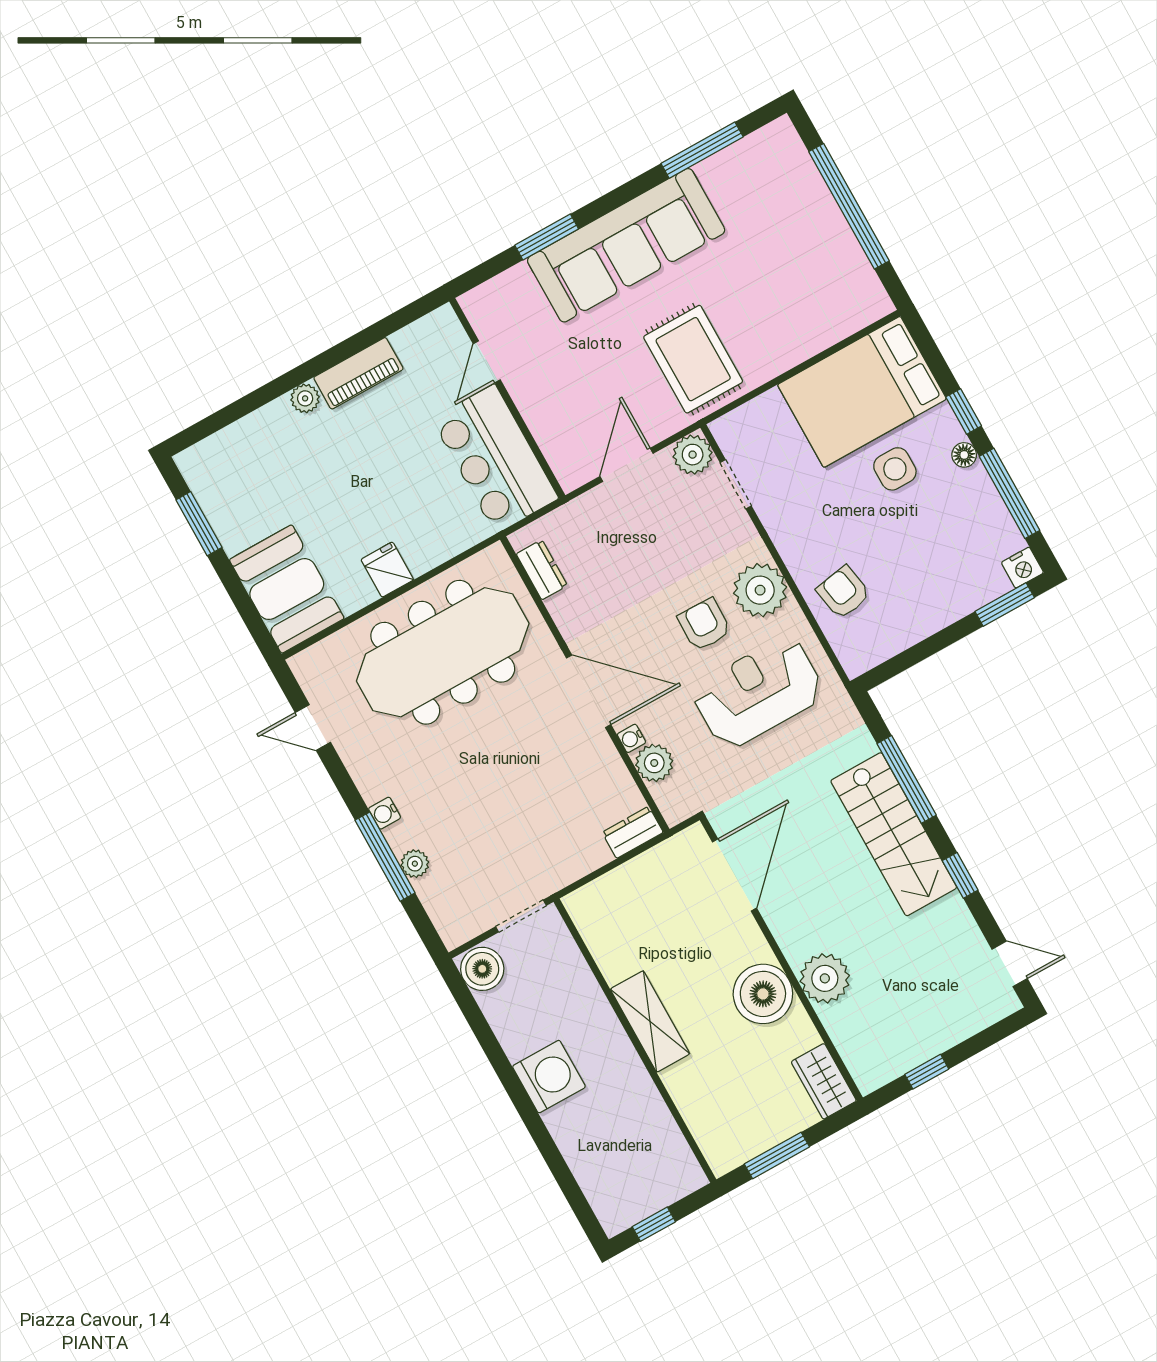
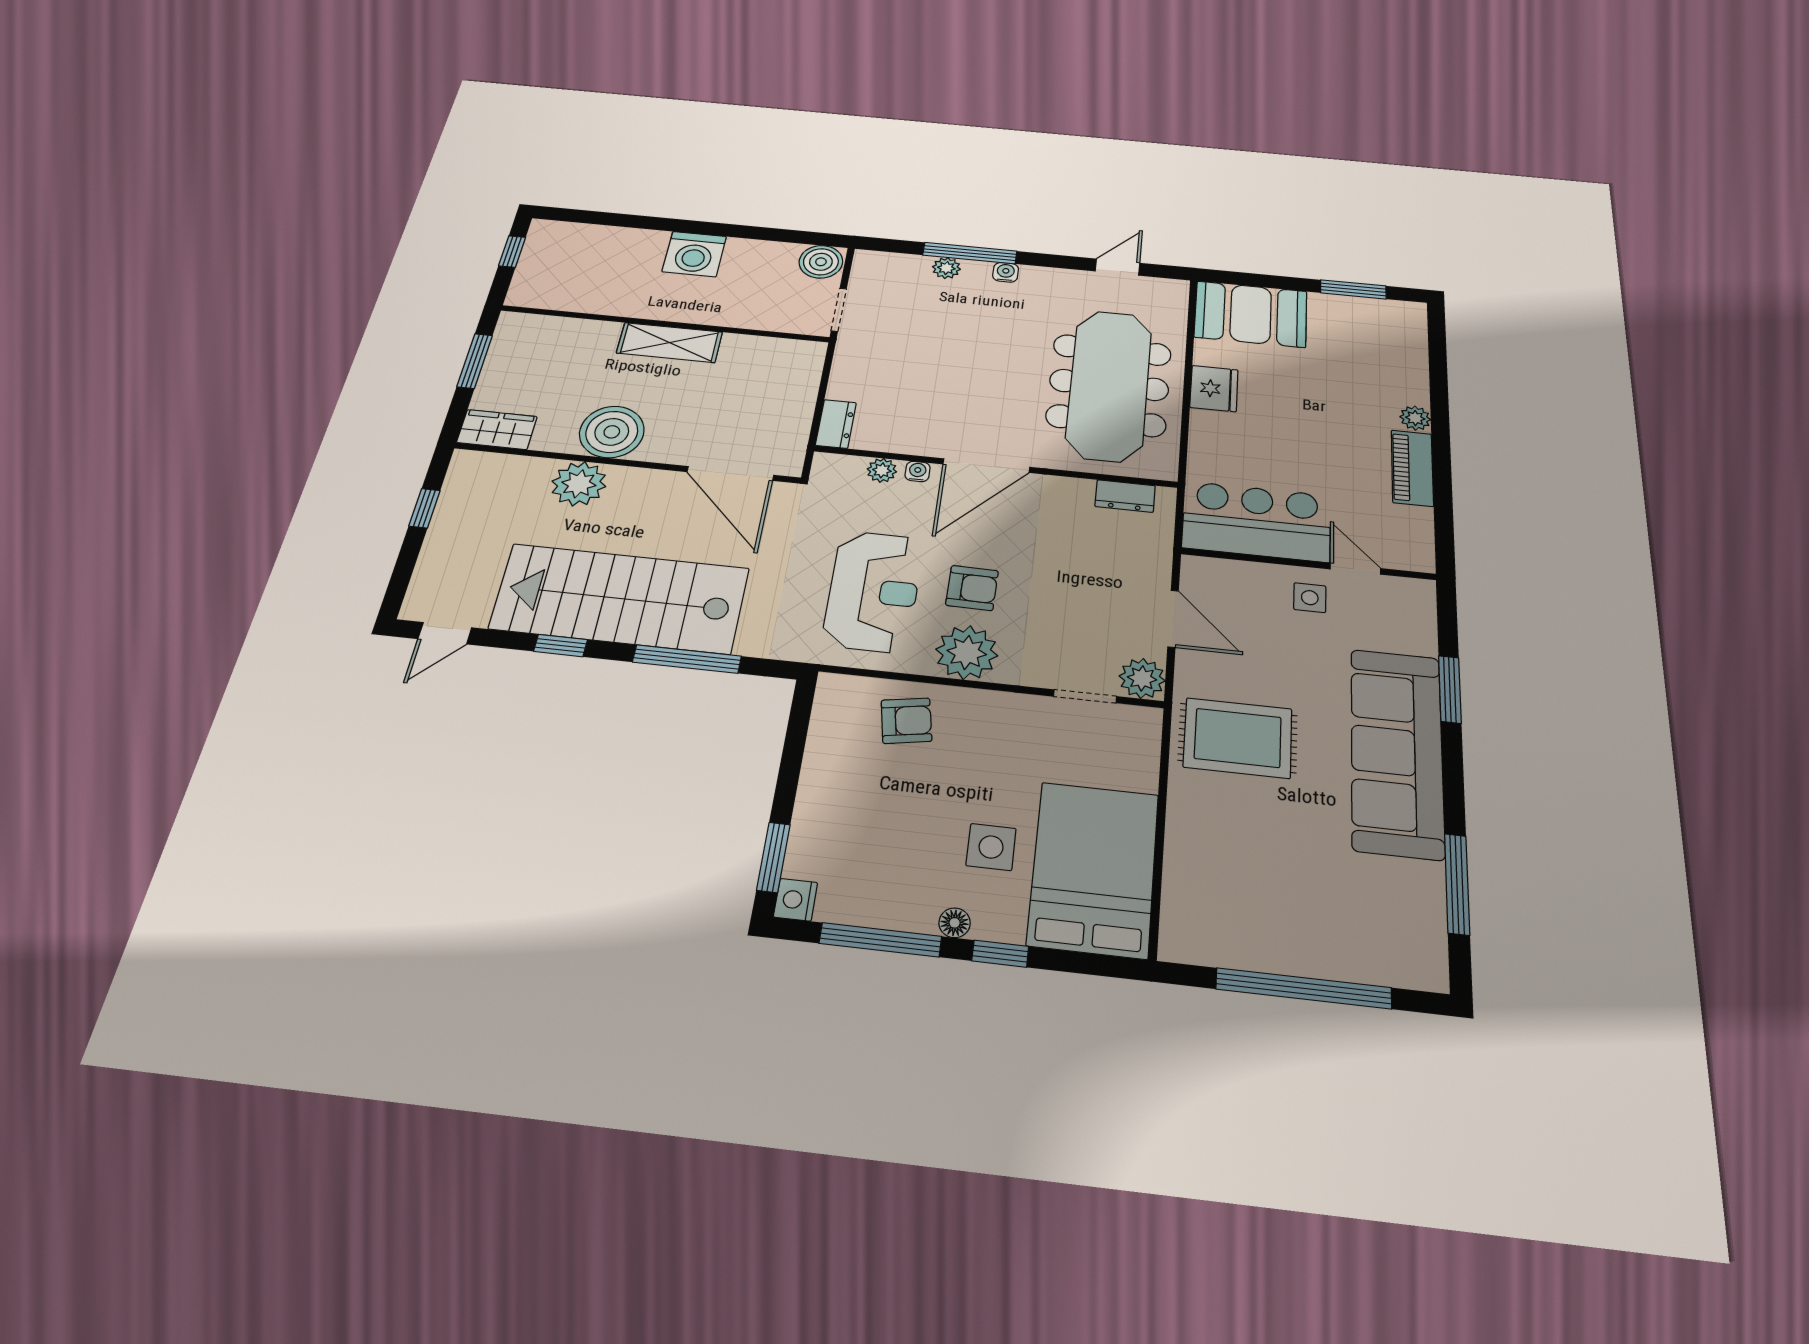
side table: (537, 379) -> (1310, 598), added
fridge: (387, 570) -> (1214, 389), width x1.38
plant: (654, 763) -> (882, 470), width x0.73, depth x0.73
stairs: (894, 834) -> (620, 598), width x1.36, depth x1.51

